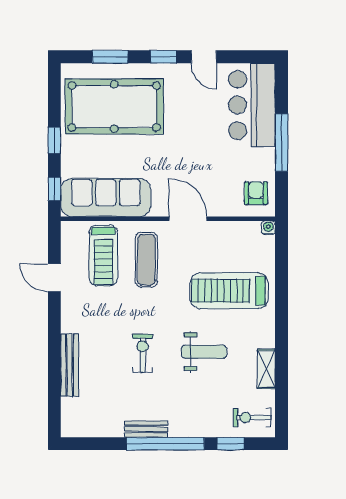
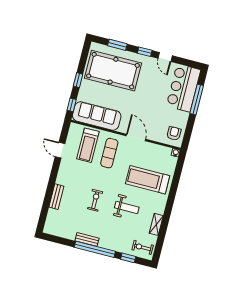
window: (282, 142) -> (197, 100), moved
bench: (70, 365) -> (56, 197), width x0.73

